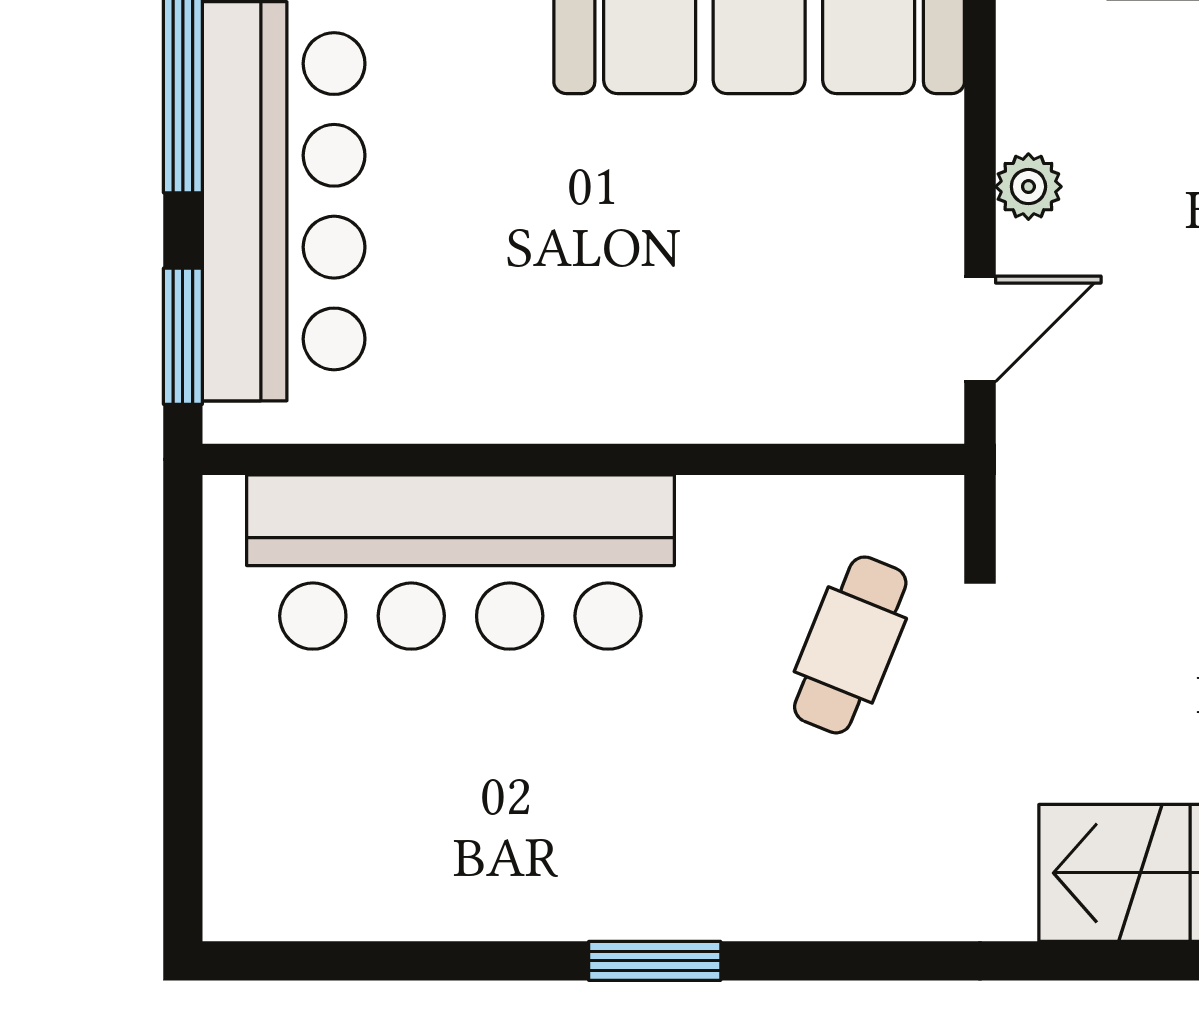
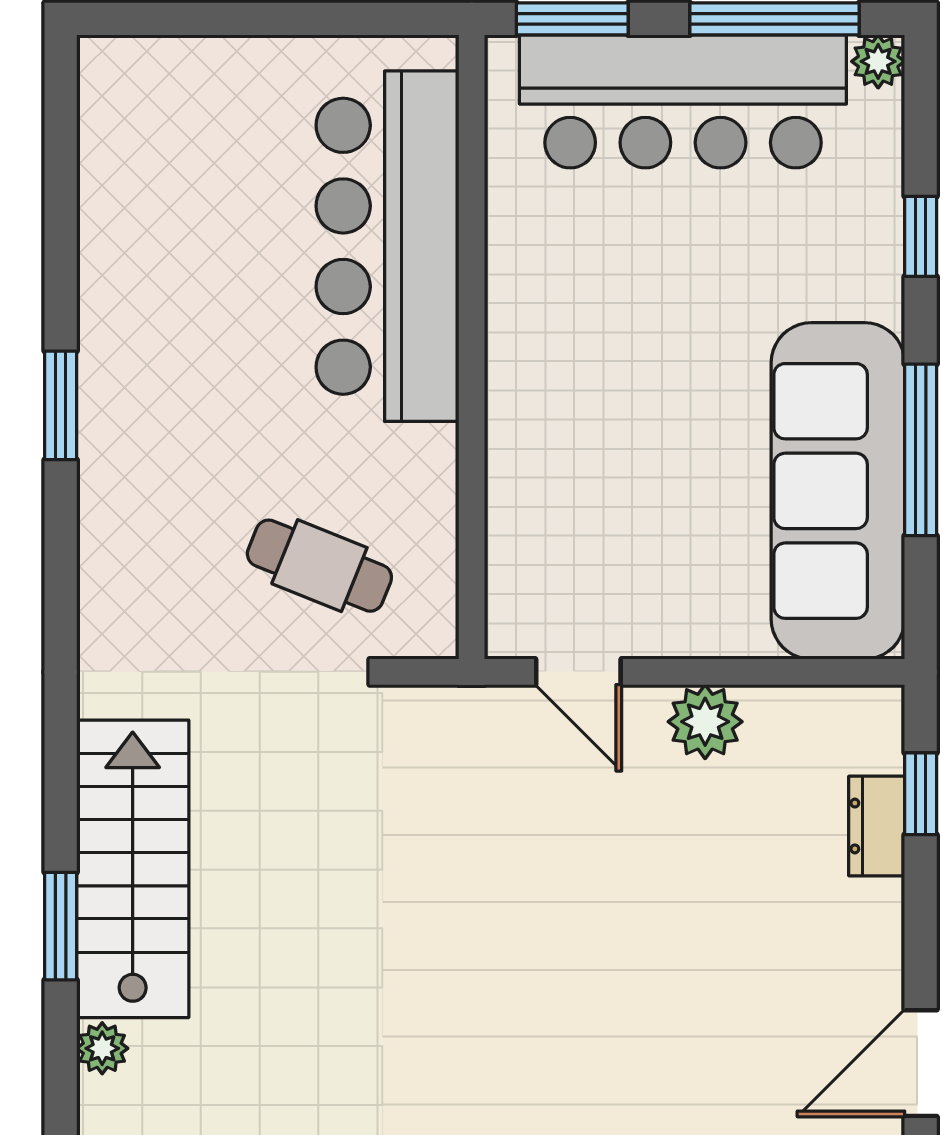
plant: (1028, 187) -> (705, 722), width x1.38, depth x1.38

